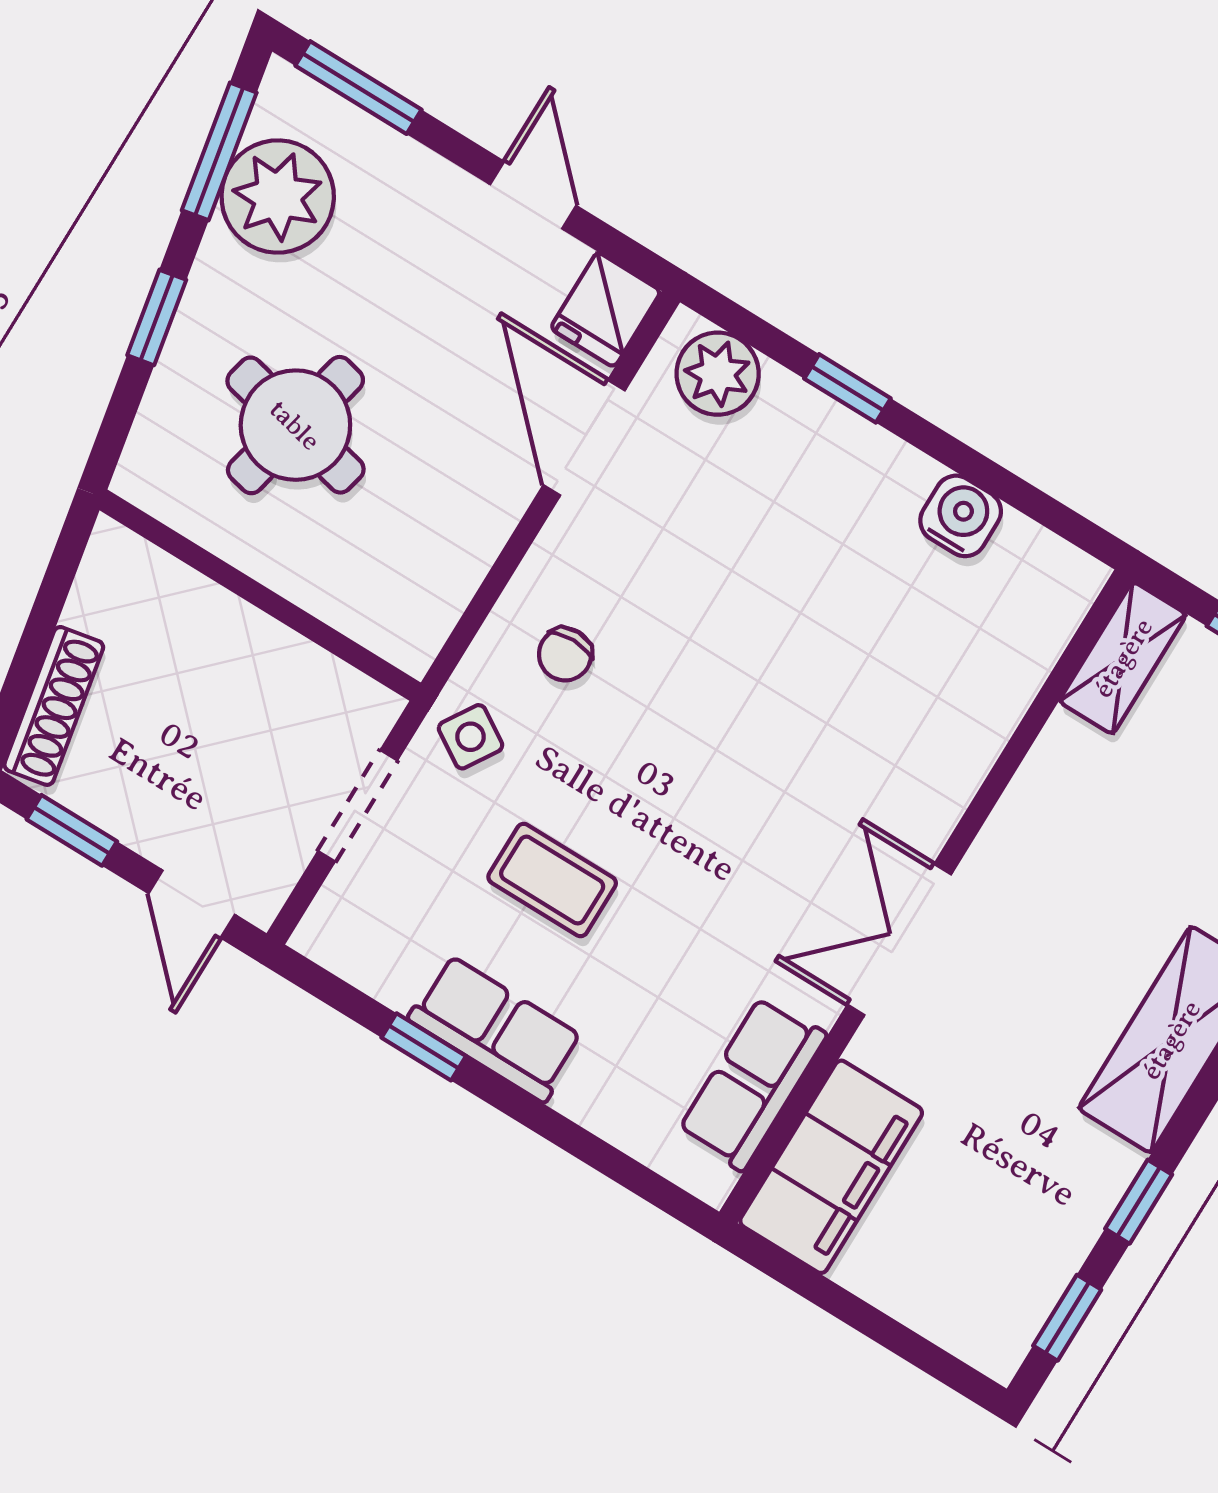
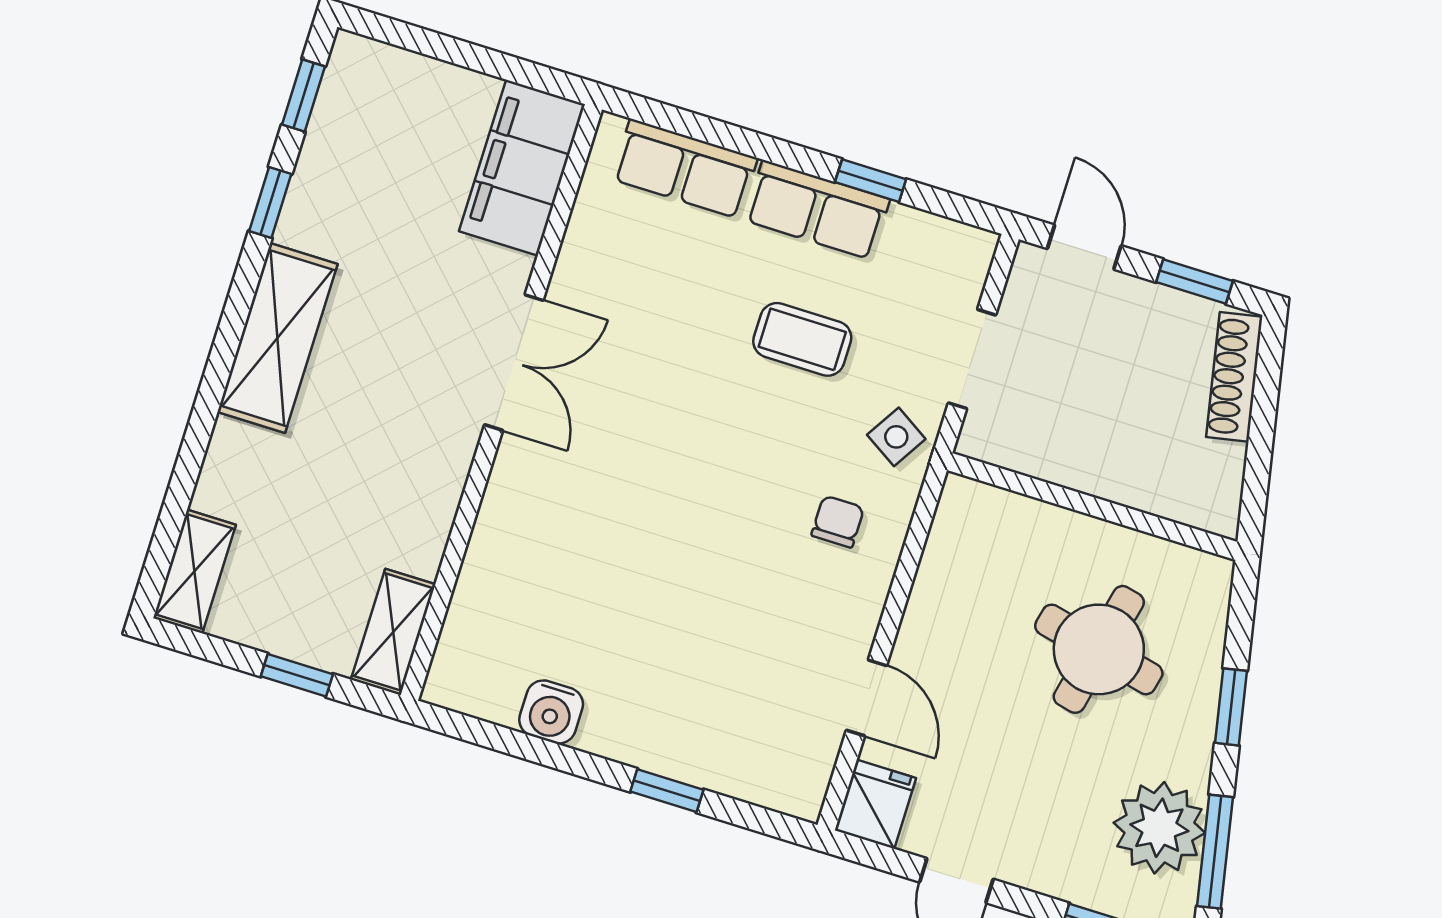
plant: (718, 374) -> (773, 776), removed
door: (584, 438) -> (867, 698), width x0.73
row of seats: (752, 1083) -> (685, 169), moved, turned 90

